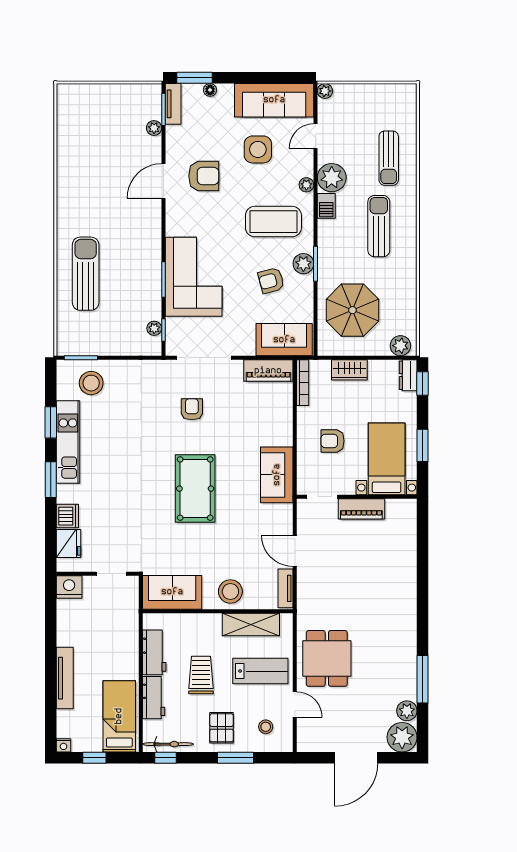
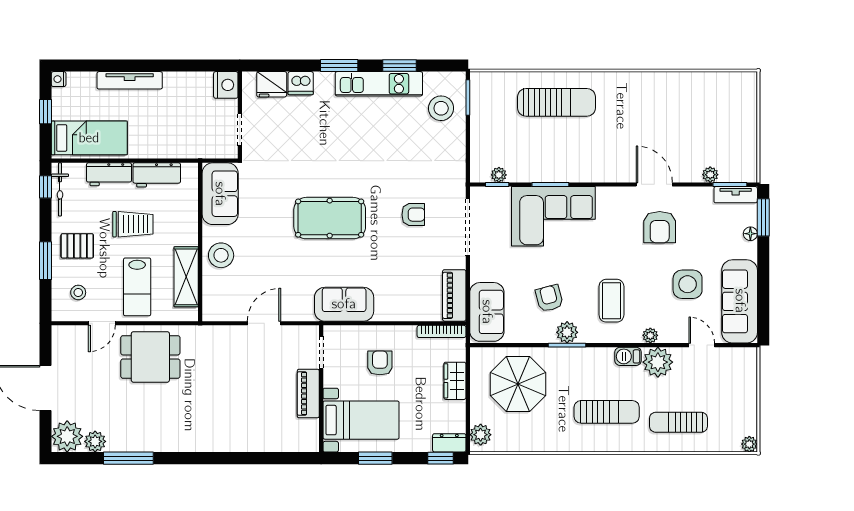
plant: (325, 91) -> (749, 444), moved
coffee table: (273, 222) -> (611, 301), width x0.73, depth x0.76
tv unit: (286, 588) -> (224, 313), removed

